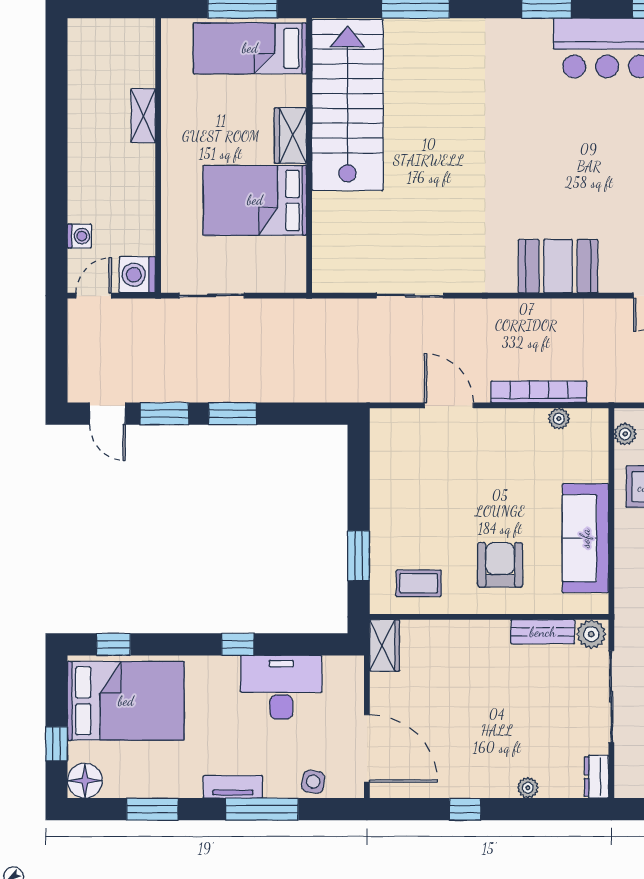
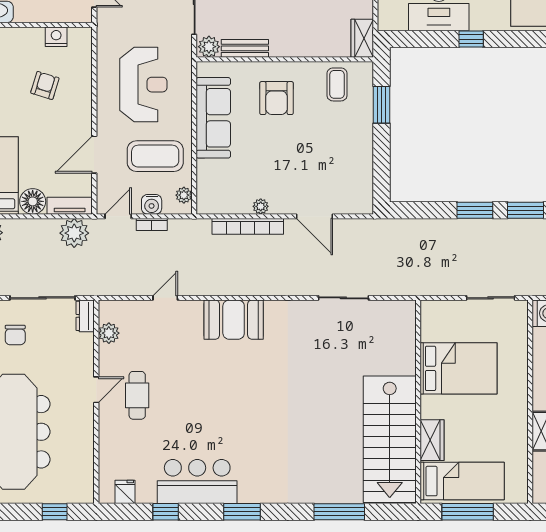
wardrobe: (290, 136) -> (432, 440), moved
plant: (559, 419) -> (261, 206), moved
coffee table: (419, 583) -> (337, 84), turned 90

